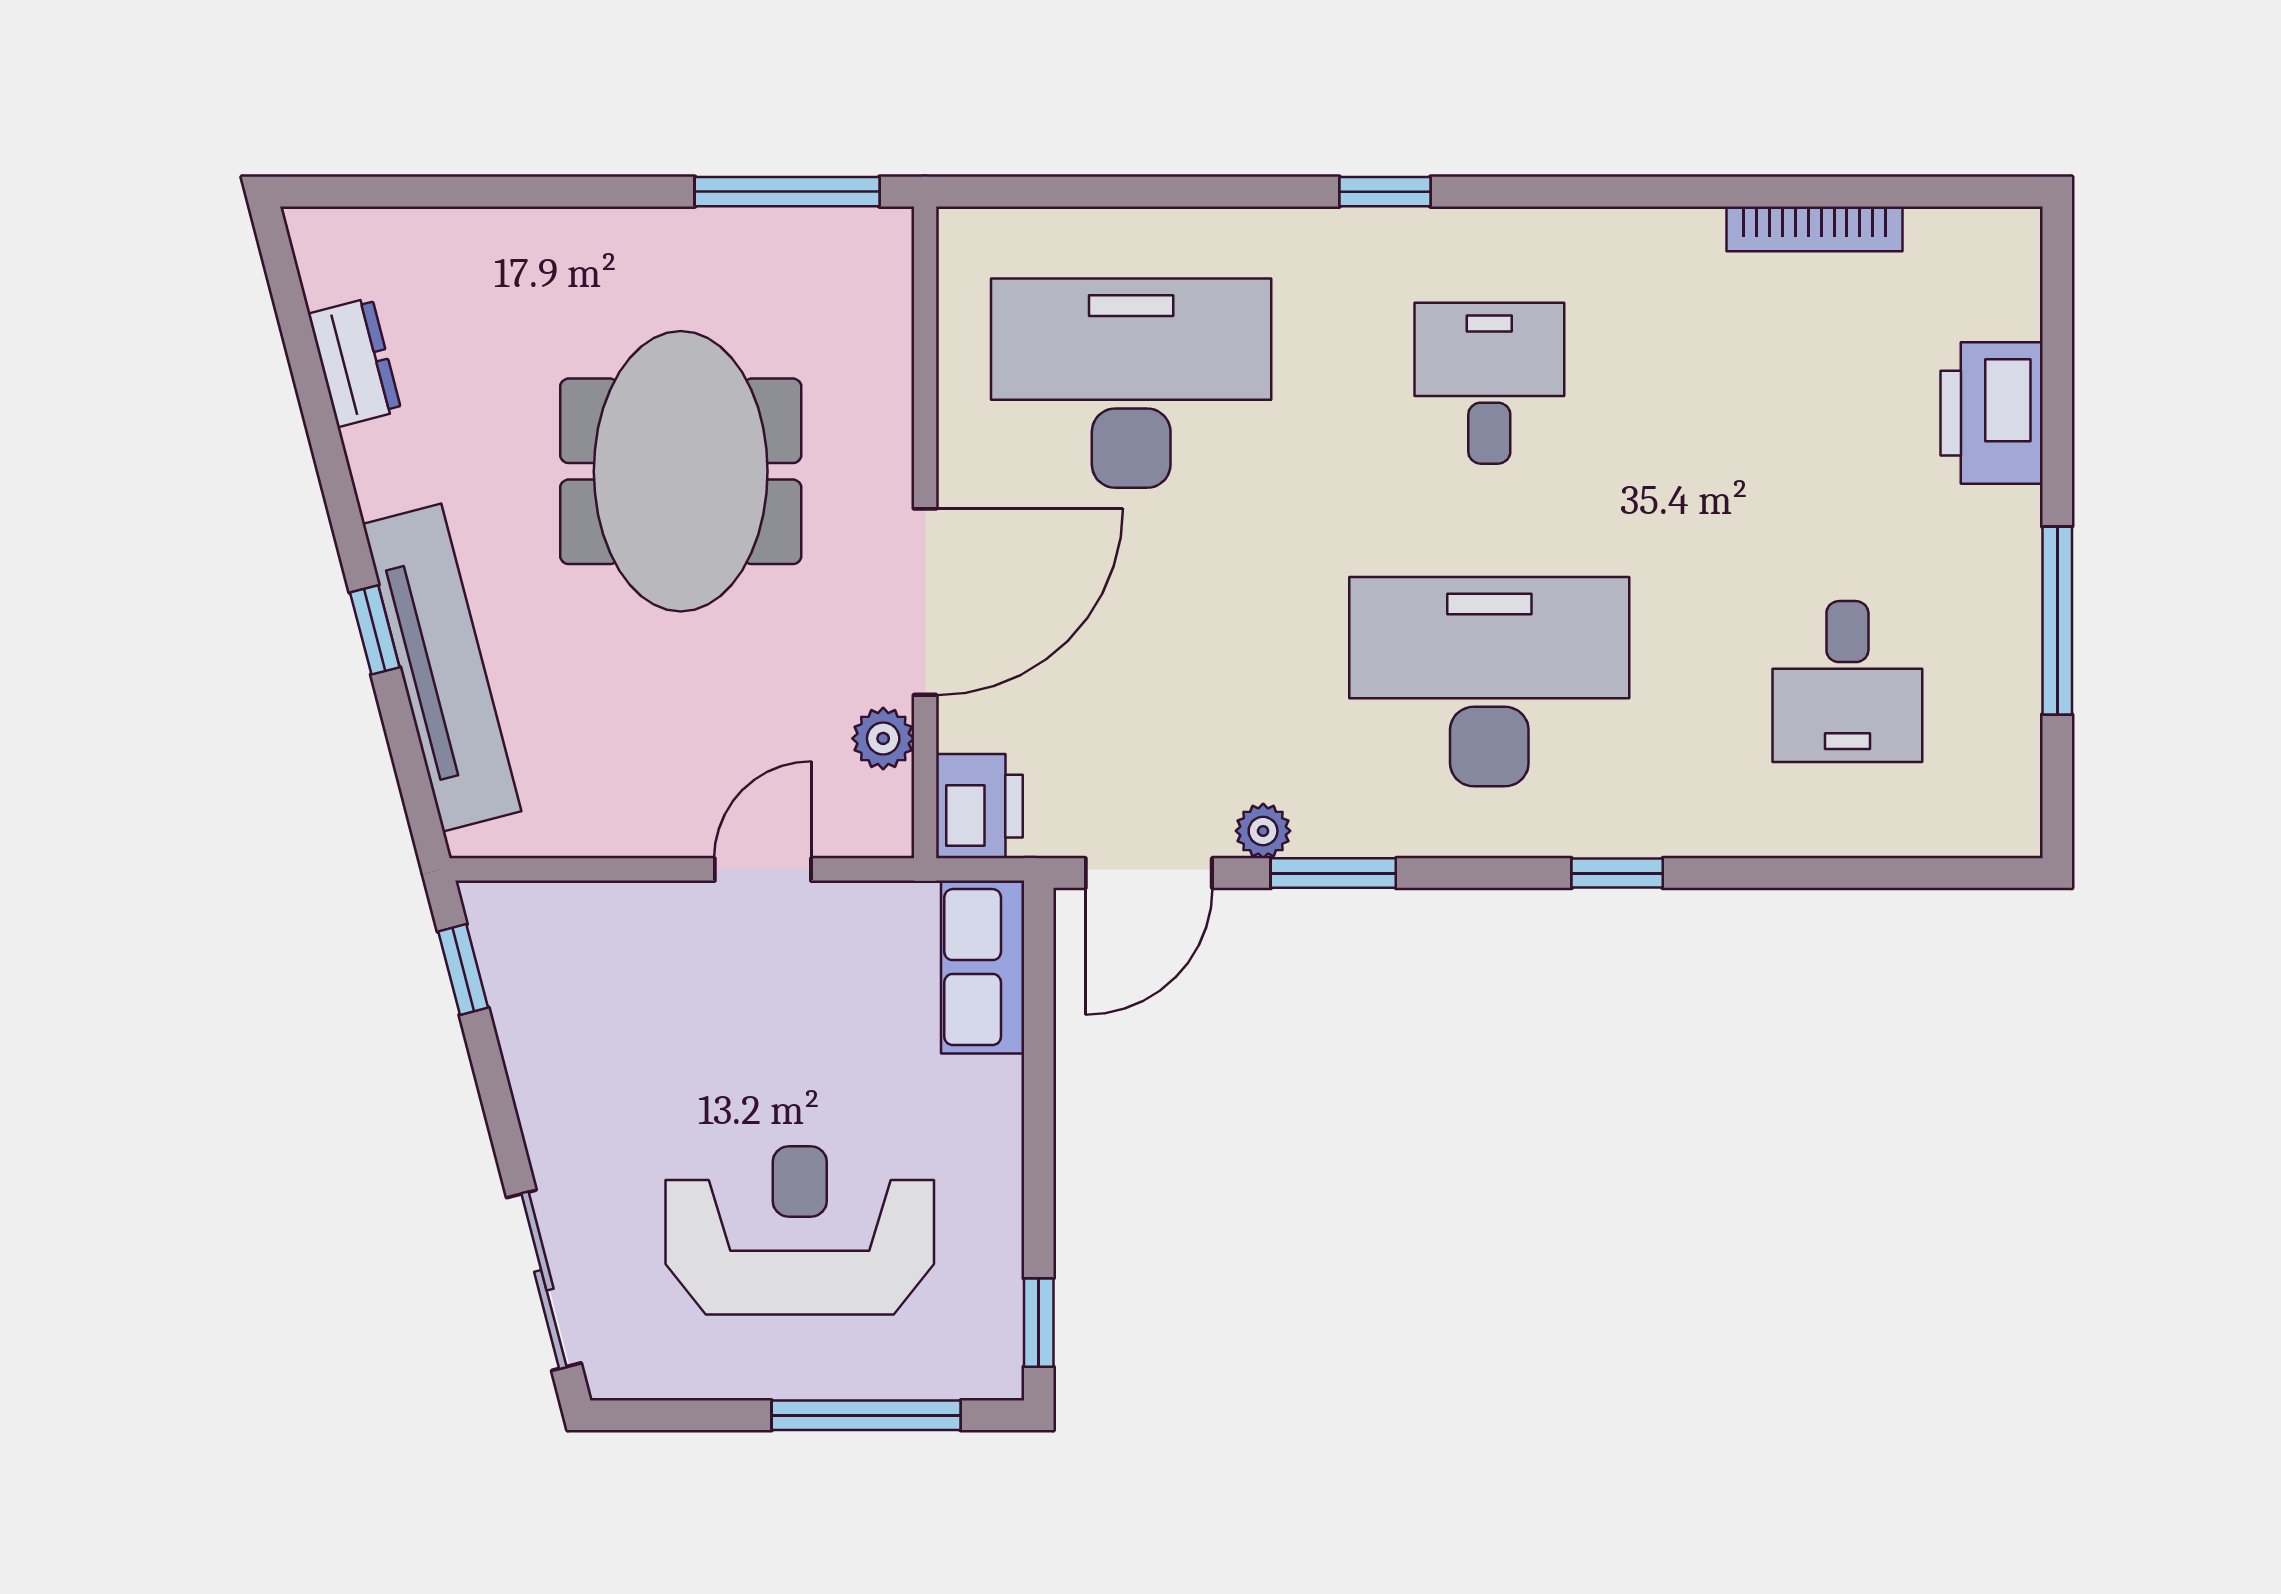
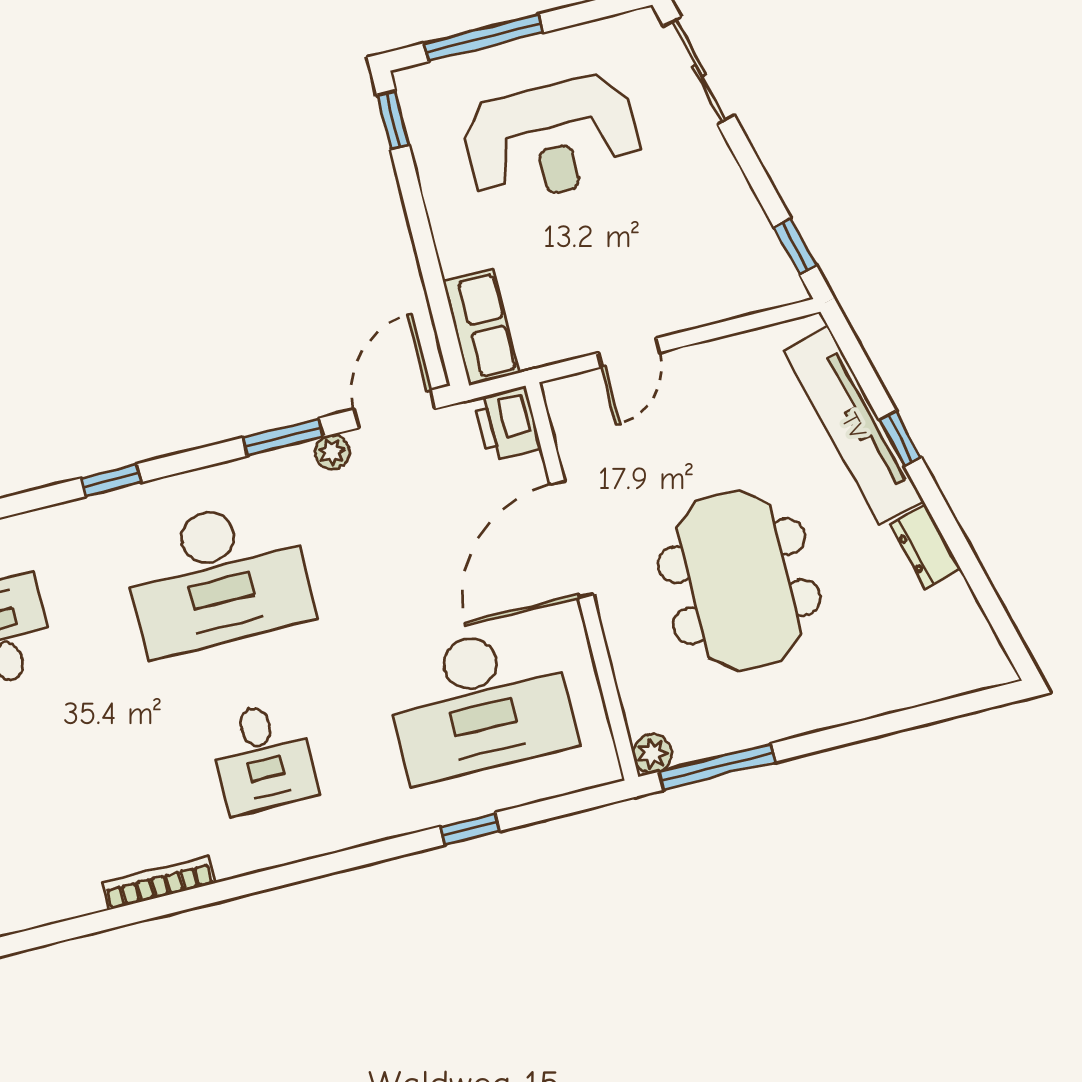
window: (1385, 192) -> (470, 829), moved
bookcase: (1815, 229) -> (159, 883), moved
dresser: (355, 362) -> (925, 546), moved
plant: (883, 738) -> (652, 754), moved

